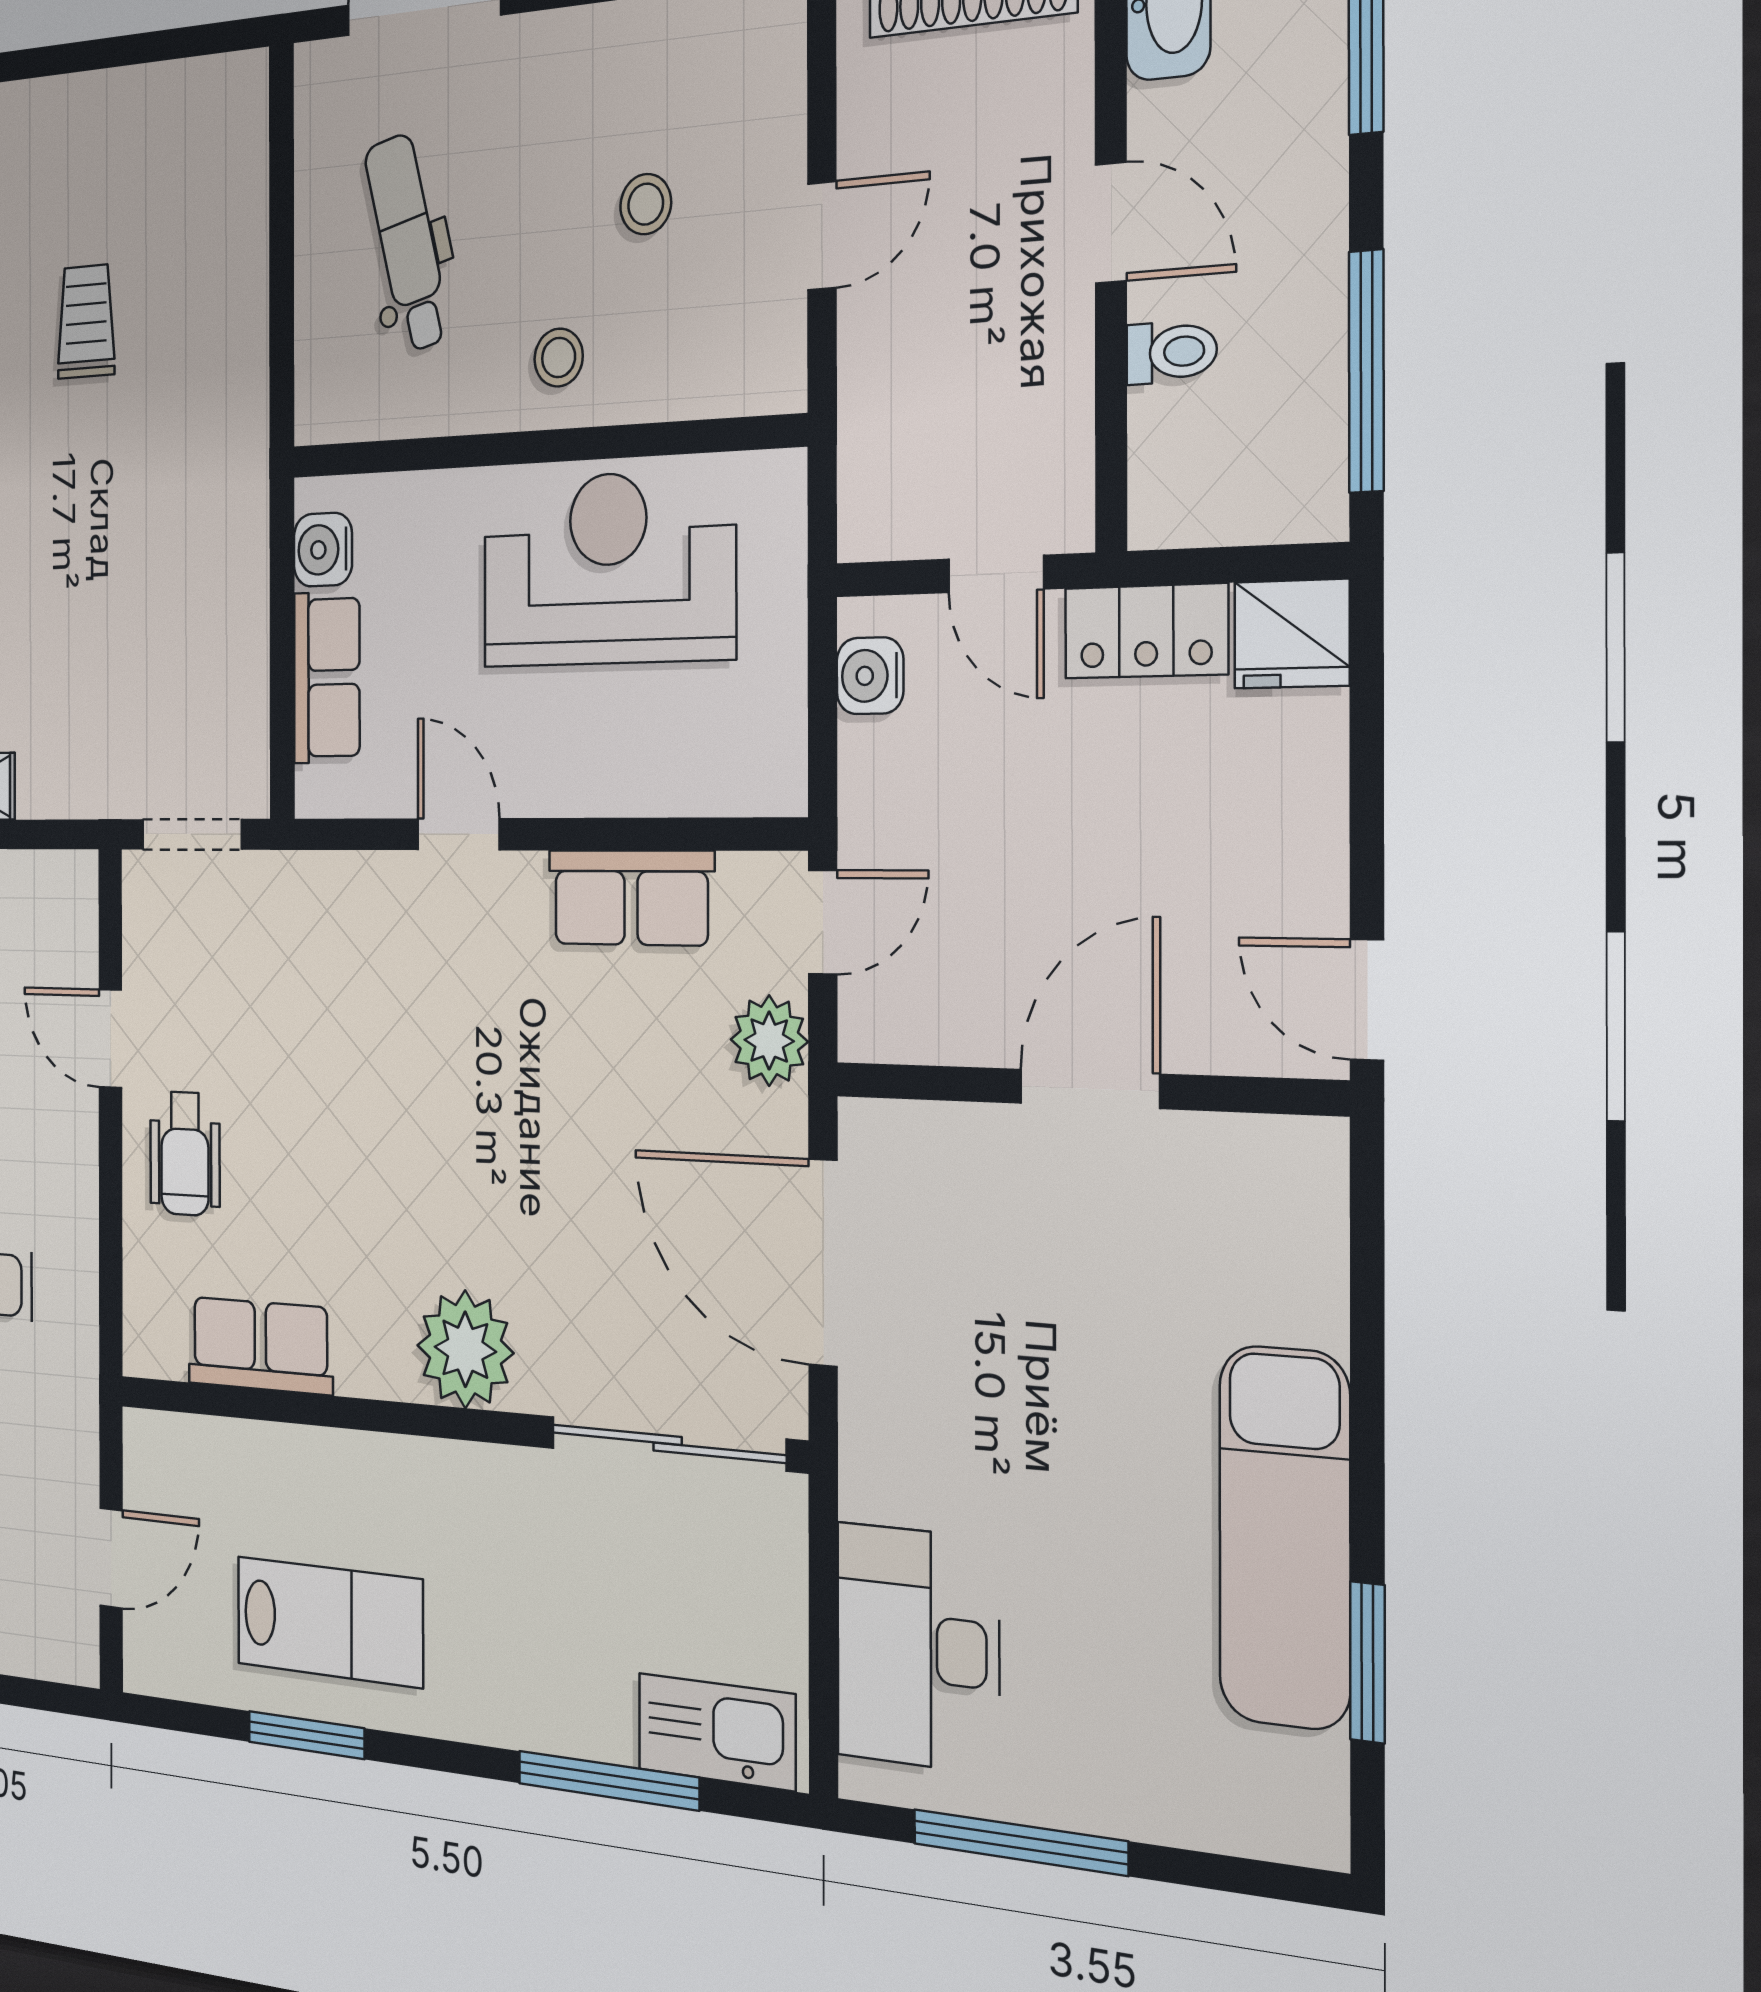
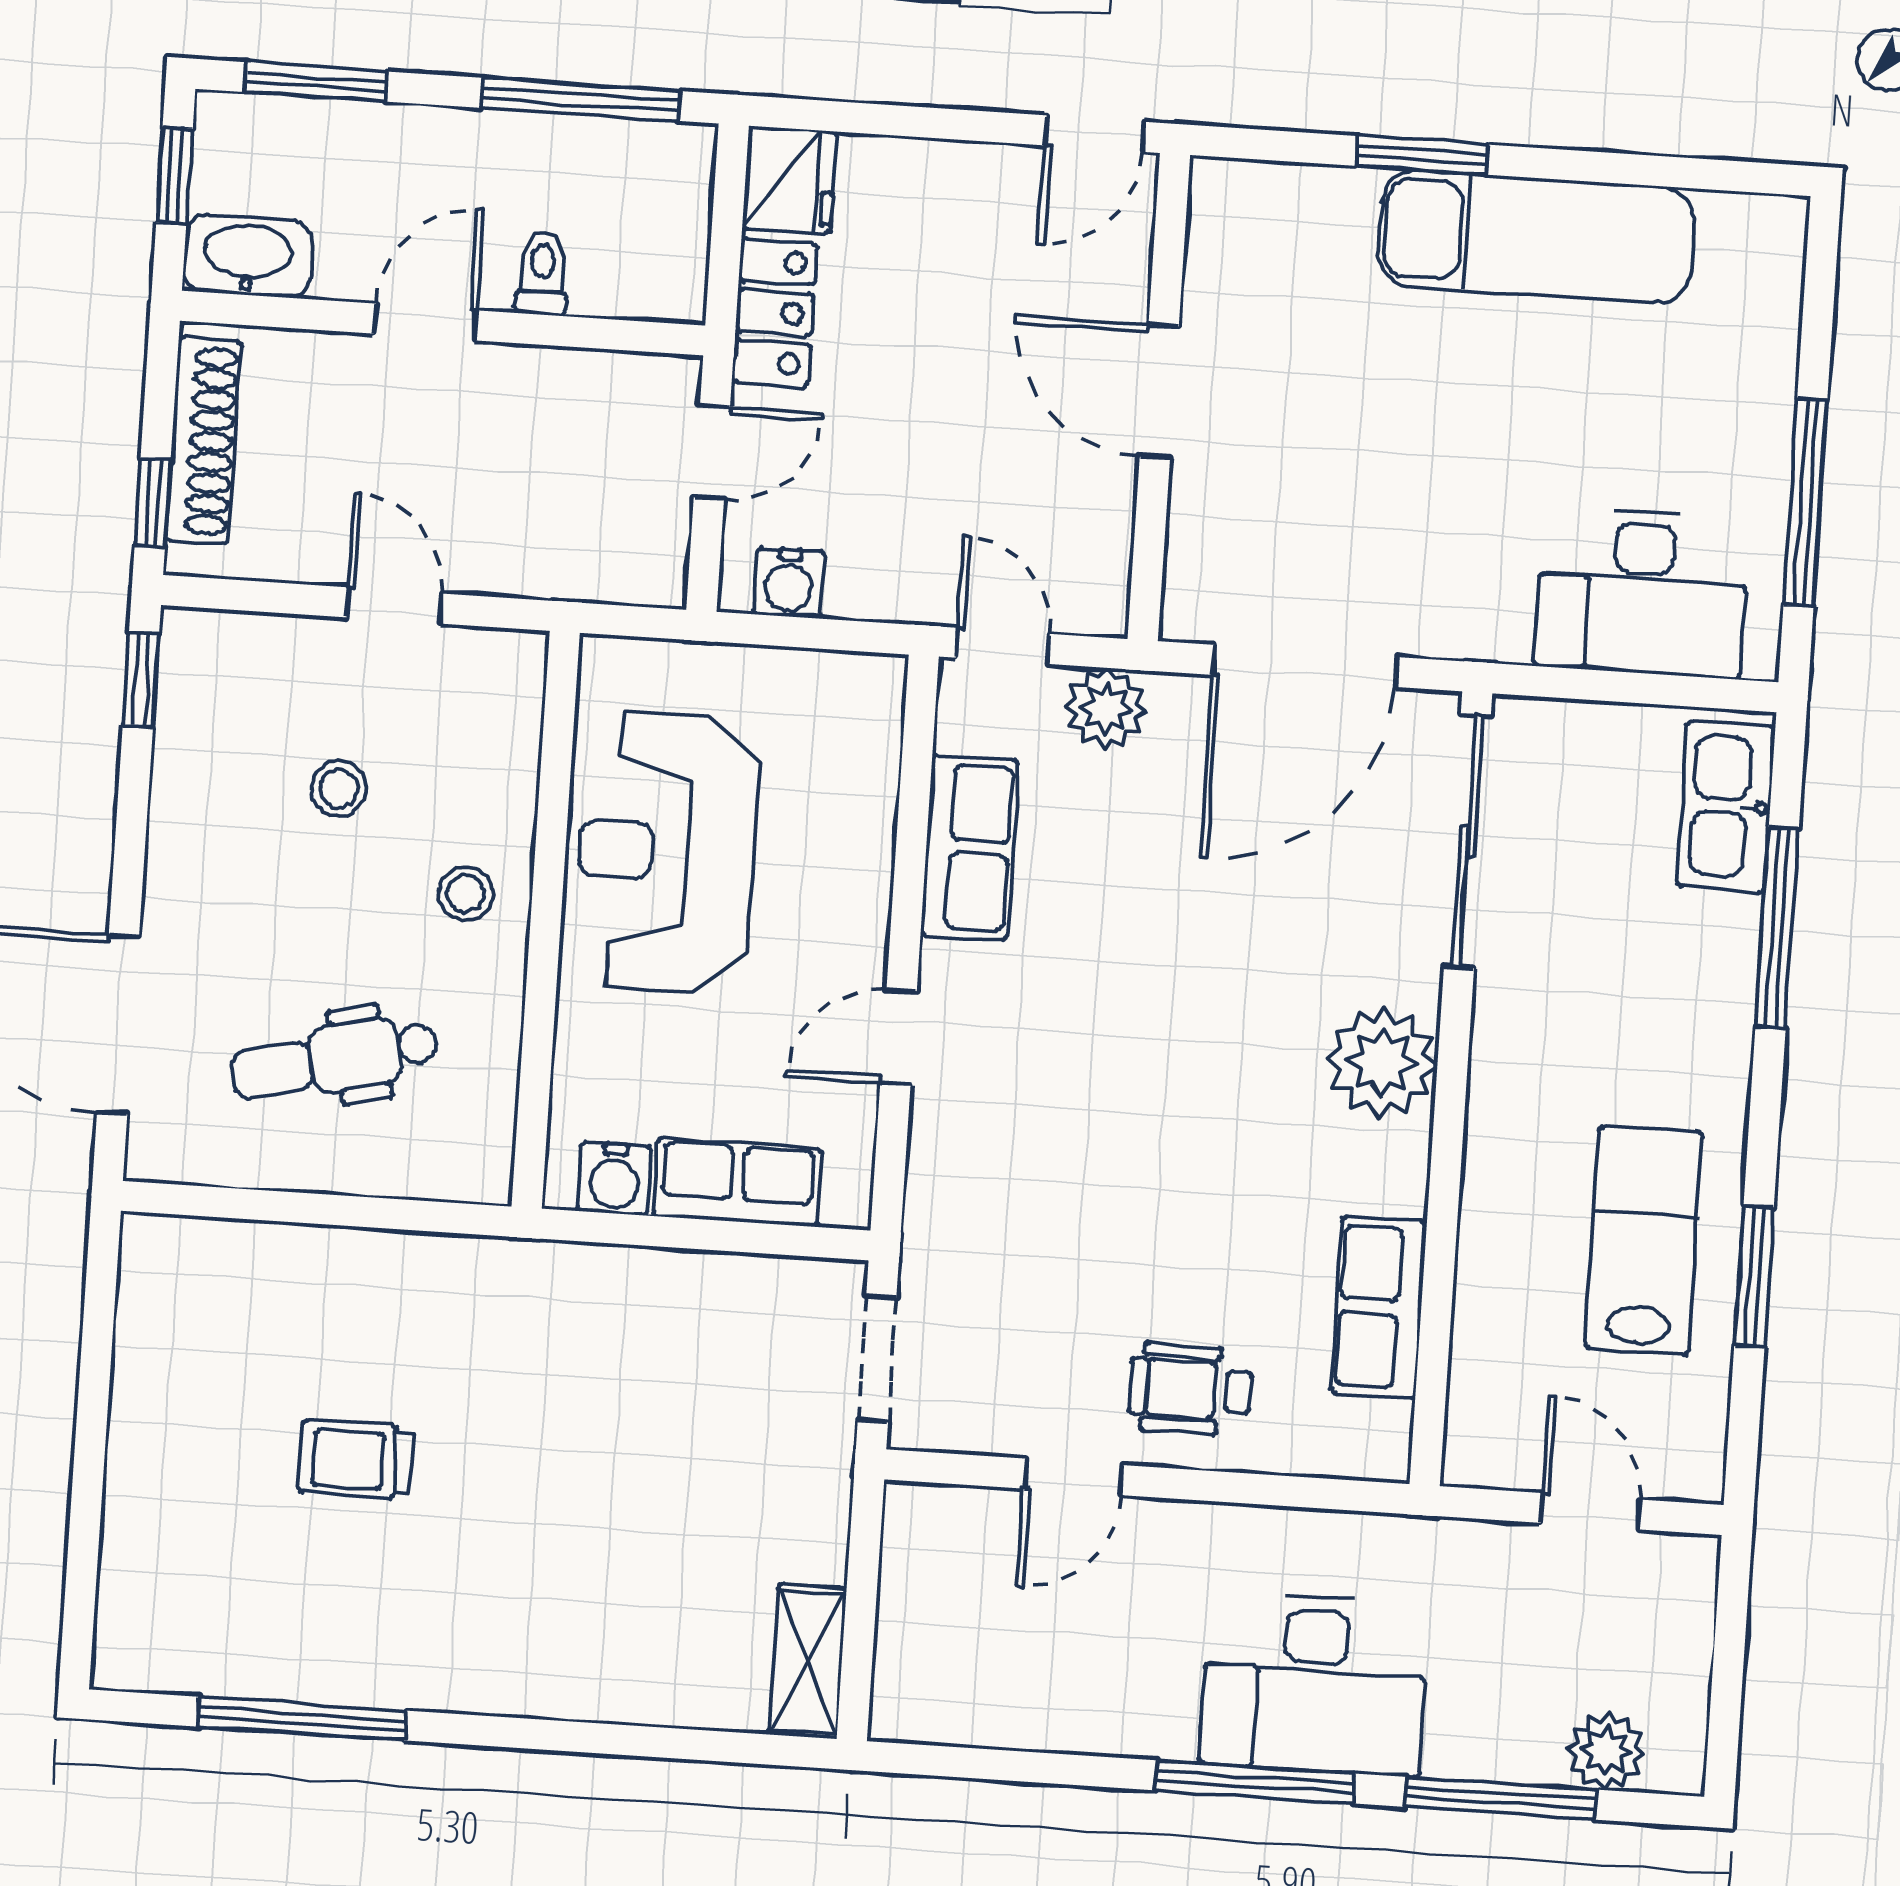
wheelchair: (185, 1154) -> (1190, 1389), turned 180
window: (1367, 1662) -> (1422, 155), moved

